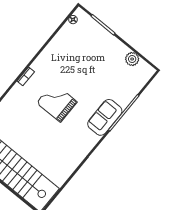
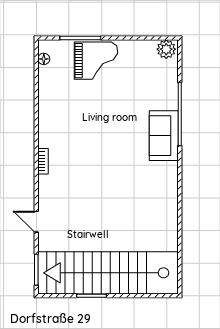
plant: (132, 59) -> (166, 49), moved
grand piano: (57, 102) -> (96, 61), moved, turned 180

